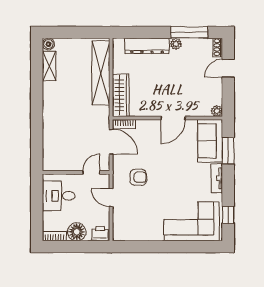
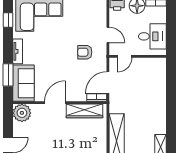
wardrobe: (121, 95) -> (85, 111), moved, turned -90
plant: (217, 111) -> (22, 113), width x1.88, depth x1.88
door: (111, 142) -> (108, 83), hinge flipped

